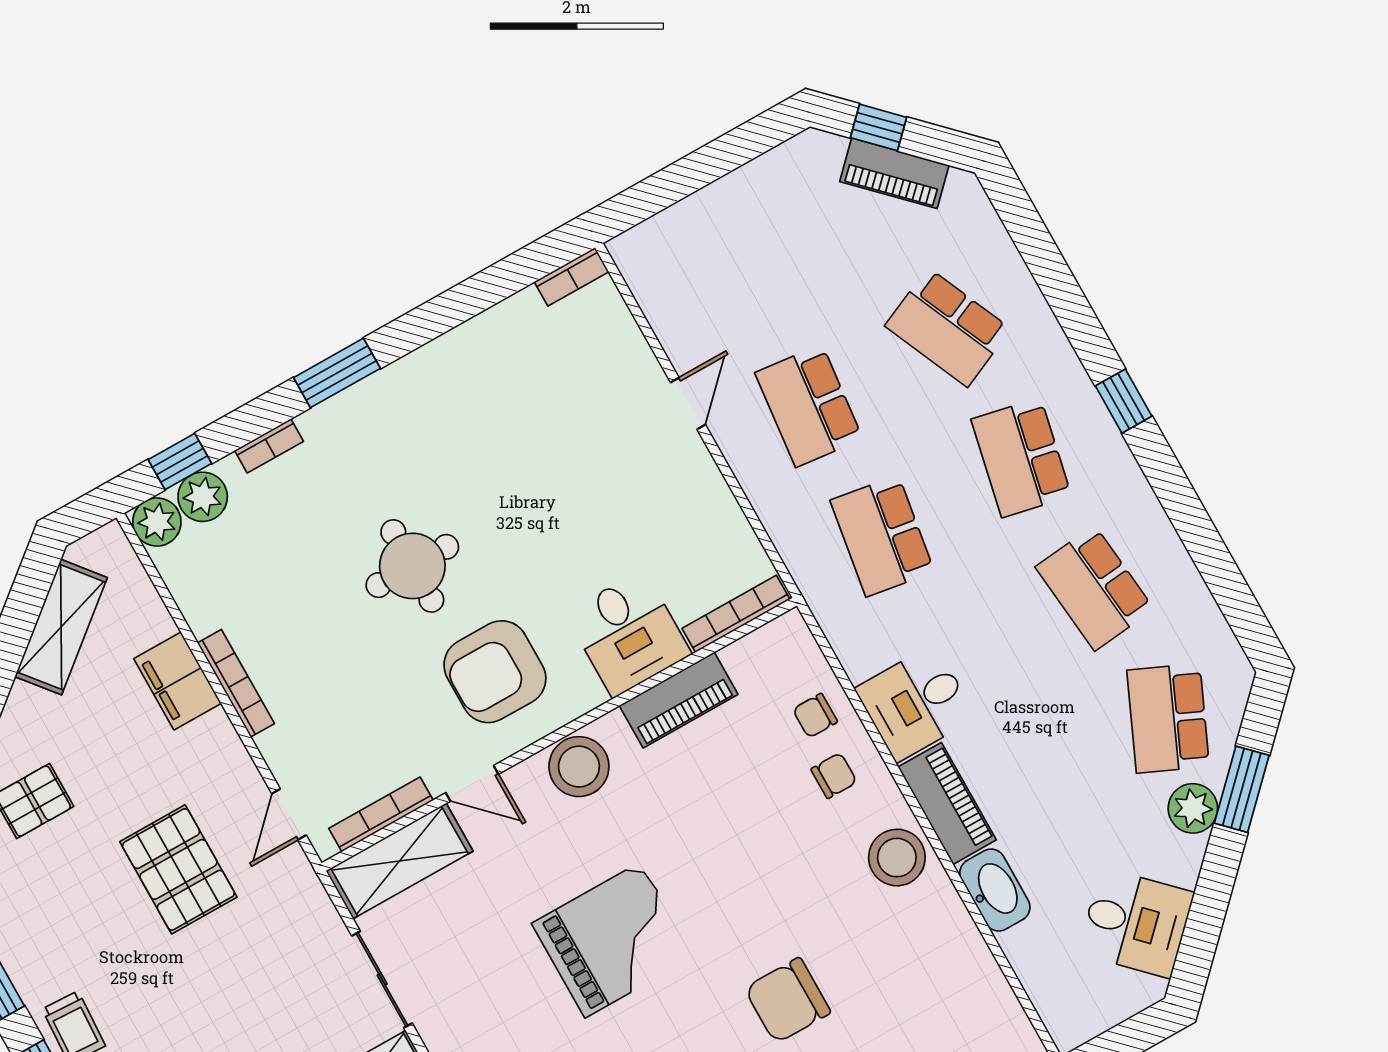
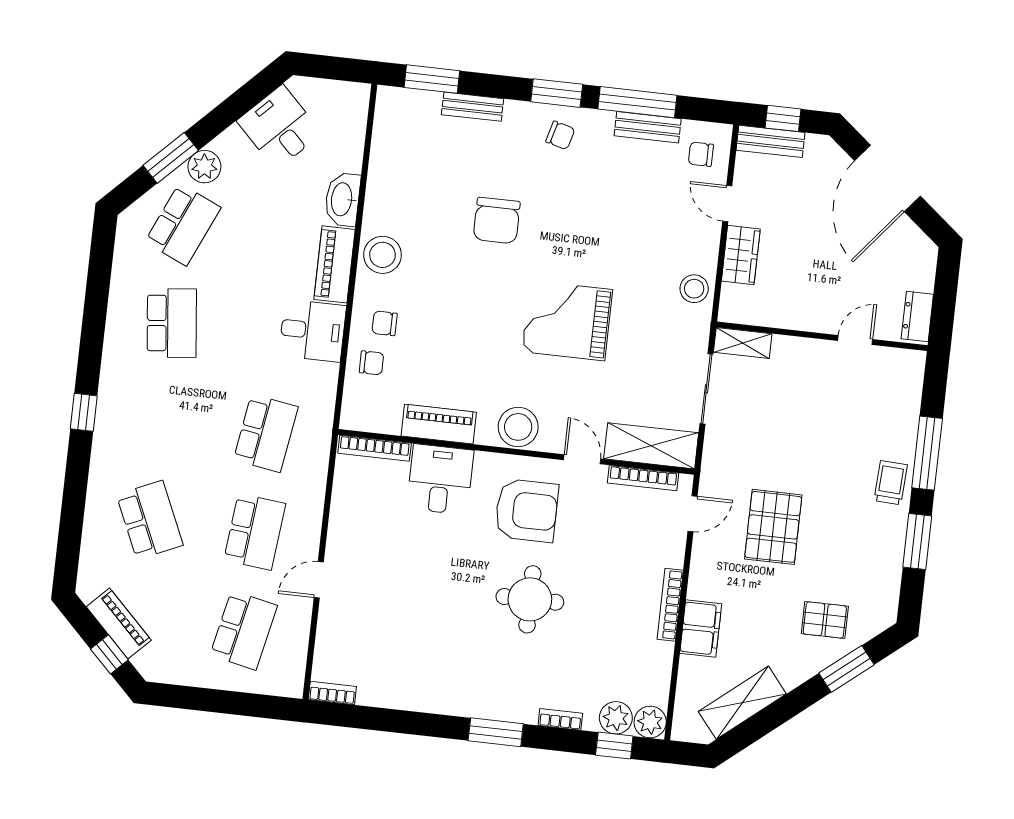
school desk: (1021, 458) -> (244, 630), moved
chair: (788, 1000) -> (497, 220), turned 90

